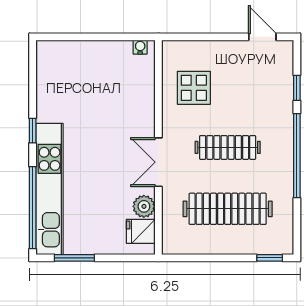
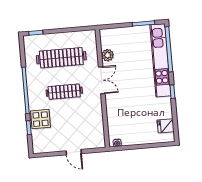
door: (262, 37) -> (74, 152), moved
display table: (194, 88) -> (41, 119), moved
fridge: (141, 231) -> (166, 126), moved, turned 180

